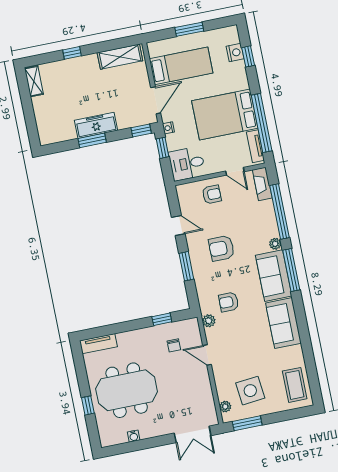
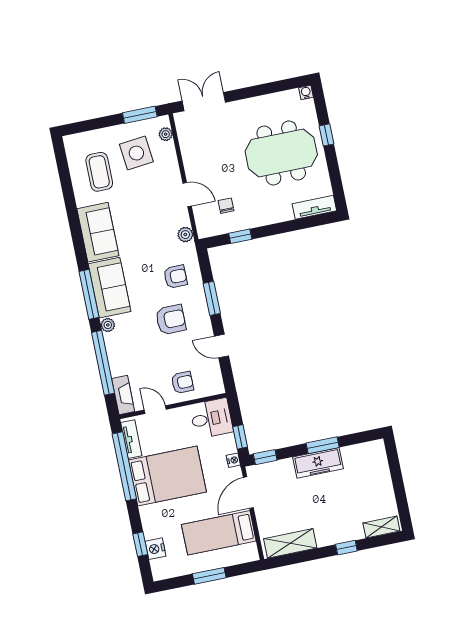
shelving: (34, 81) -> (381, 527), moved, turned 90
armchair: (212, 194) -> (182, 382), turned 180
armchair: (229, 302) -> (175, 277), moved
coffee table: (295, 385) -> (99, 172), moved
water cooler: (134, 436) -> (306, 92), moved

